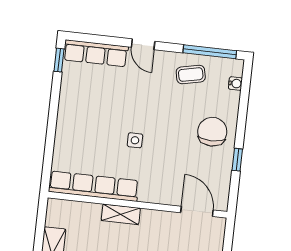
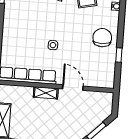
door: (197, 211) -> (73, 88), moved

